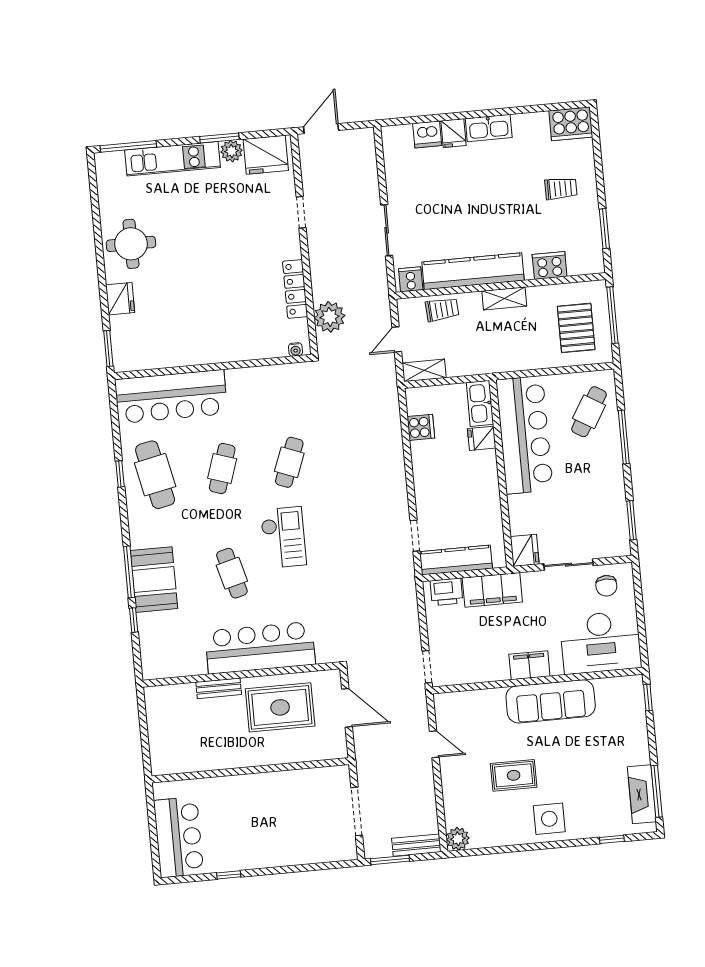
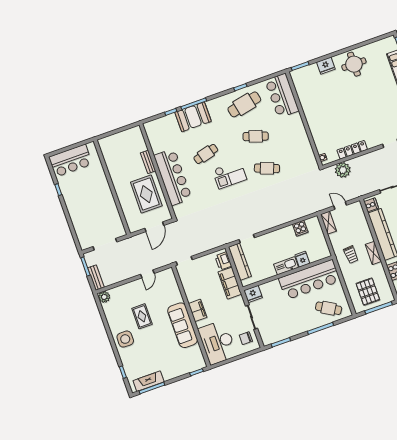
trolley: (442, 310) -> (351, 255), moved
pallet: (576, 328) -> (368, 292), turned 90
bar counter: (171, 397) -> (282, 96), width x0.73
kitchen sink: (480, 403) -> (286, 266), moved

